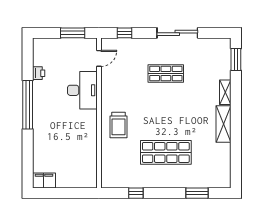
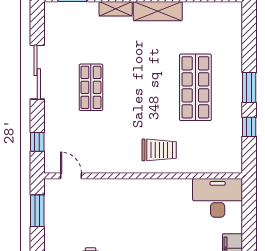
desk: (82, 90) -> (218, 198), moved
window: (197, 193) -> (249, 87), moved

